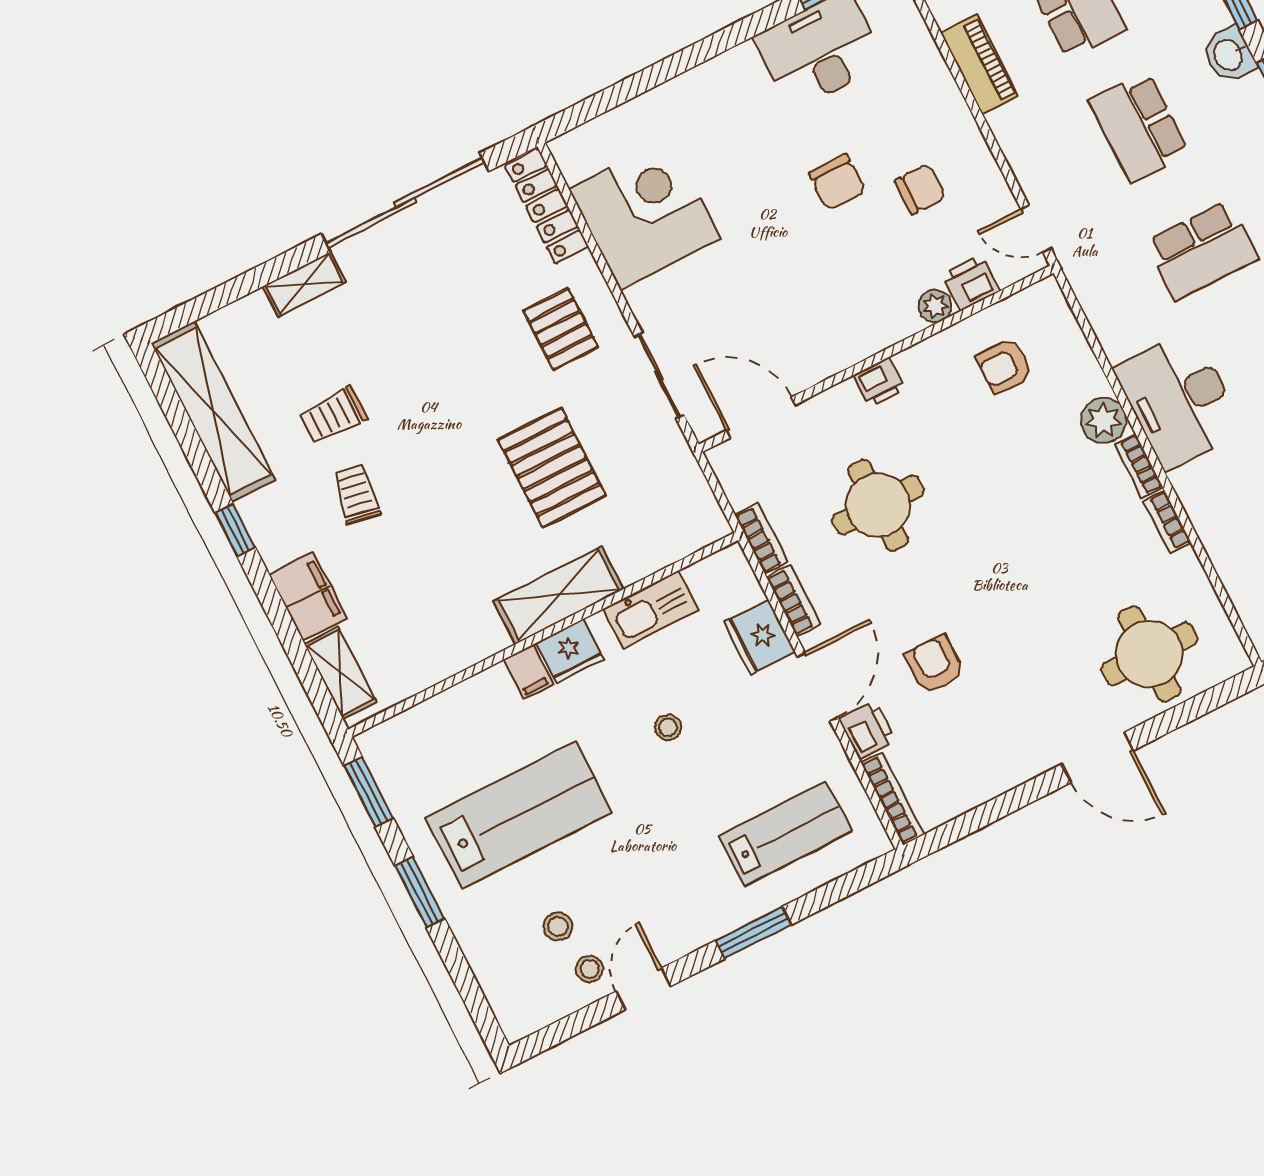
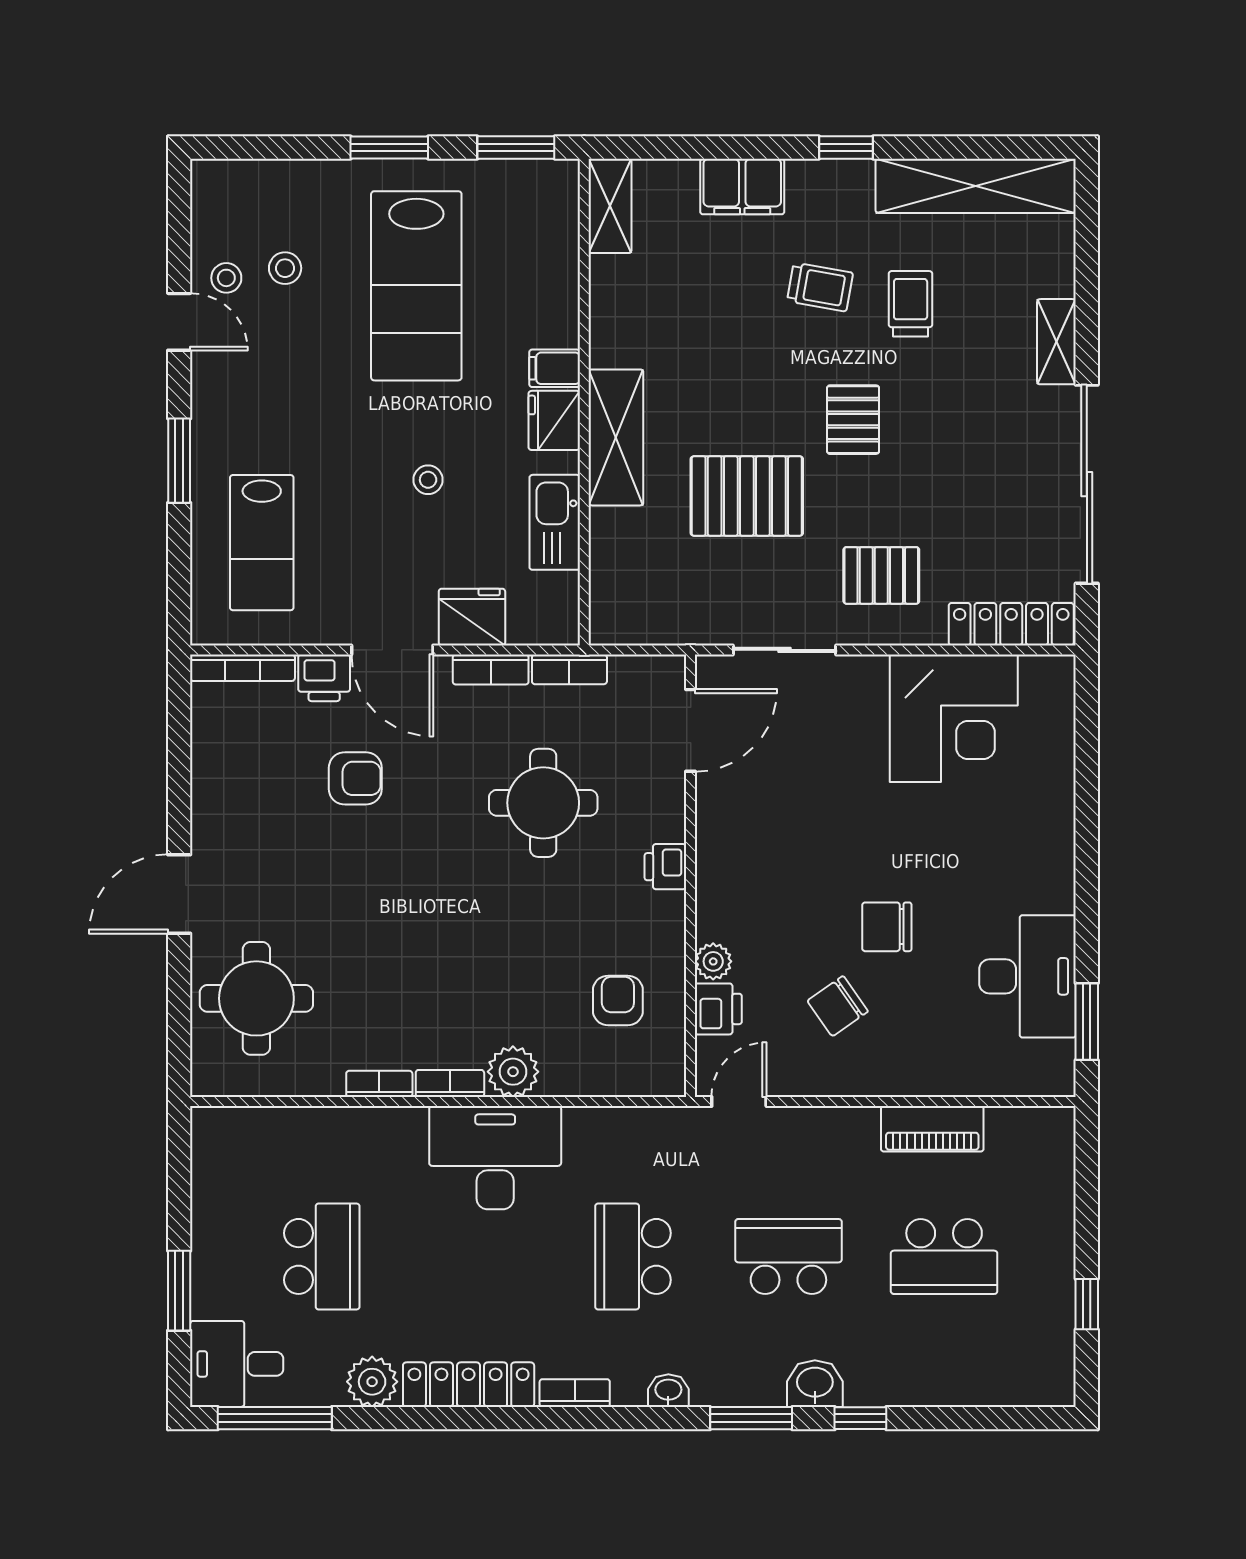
chair: (920, 189) -> (838, 1006), turned 55
pallet: (448, 414) -> (853, 420), added
shelving: (340, 673) -> (610, 206), moved, turned 90

